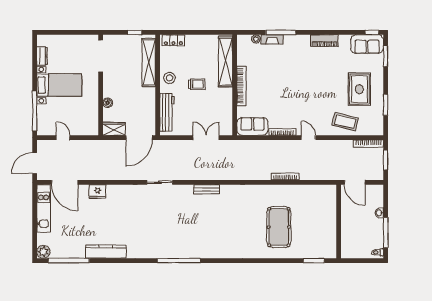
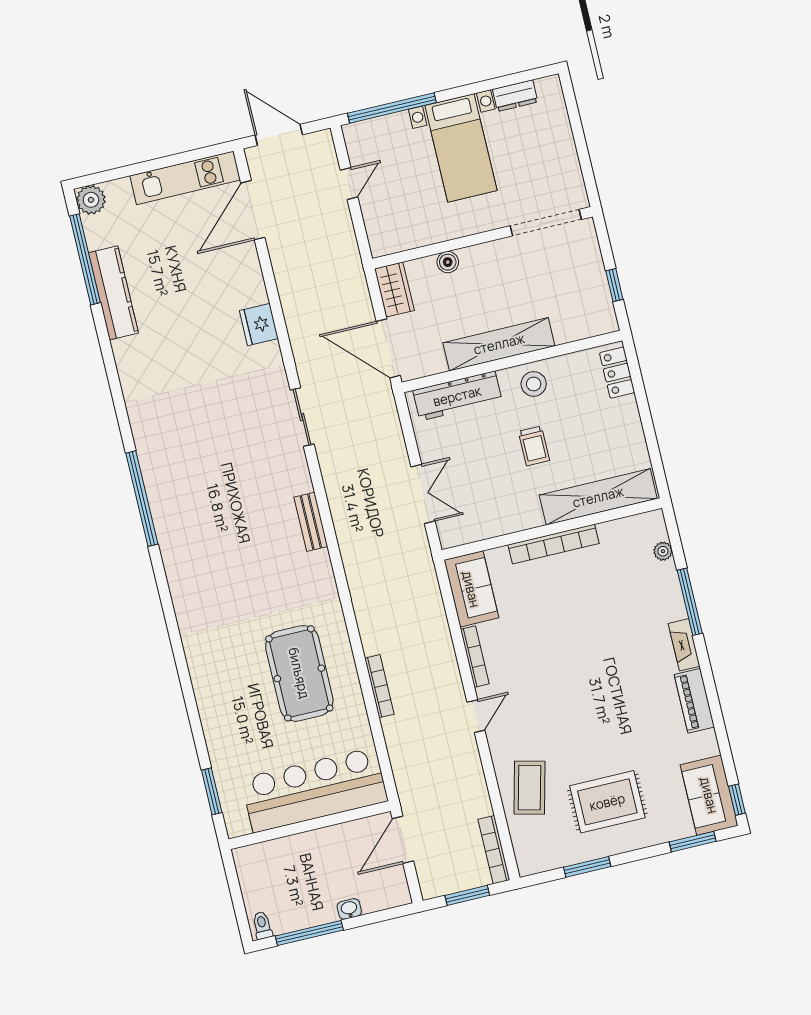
fireplace: (272, 39) -> (684, 645), moved
shelving: (149, 62) -> (499, 344), moved
fridge: (97, 192) -> (259, 325), moved
bar counter: (324, 216) -> (314, 790), added
pool table: (279, 227) -> (299, 673), moved, turned 90
kitchen counter: (106, 252) -> (113, 293), moved

